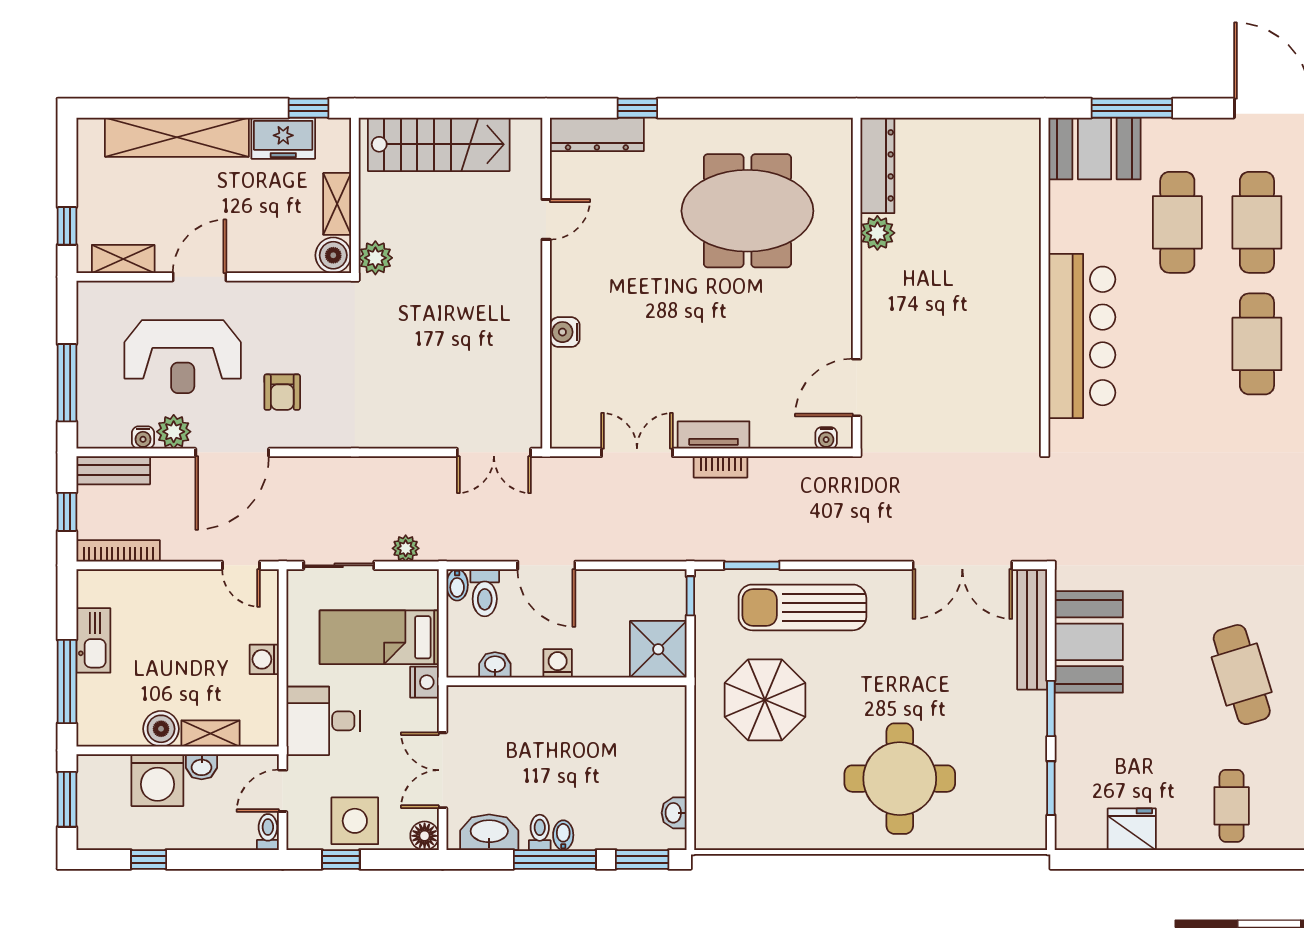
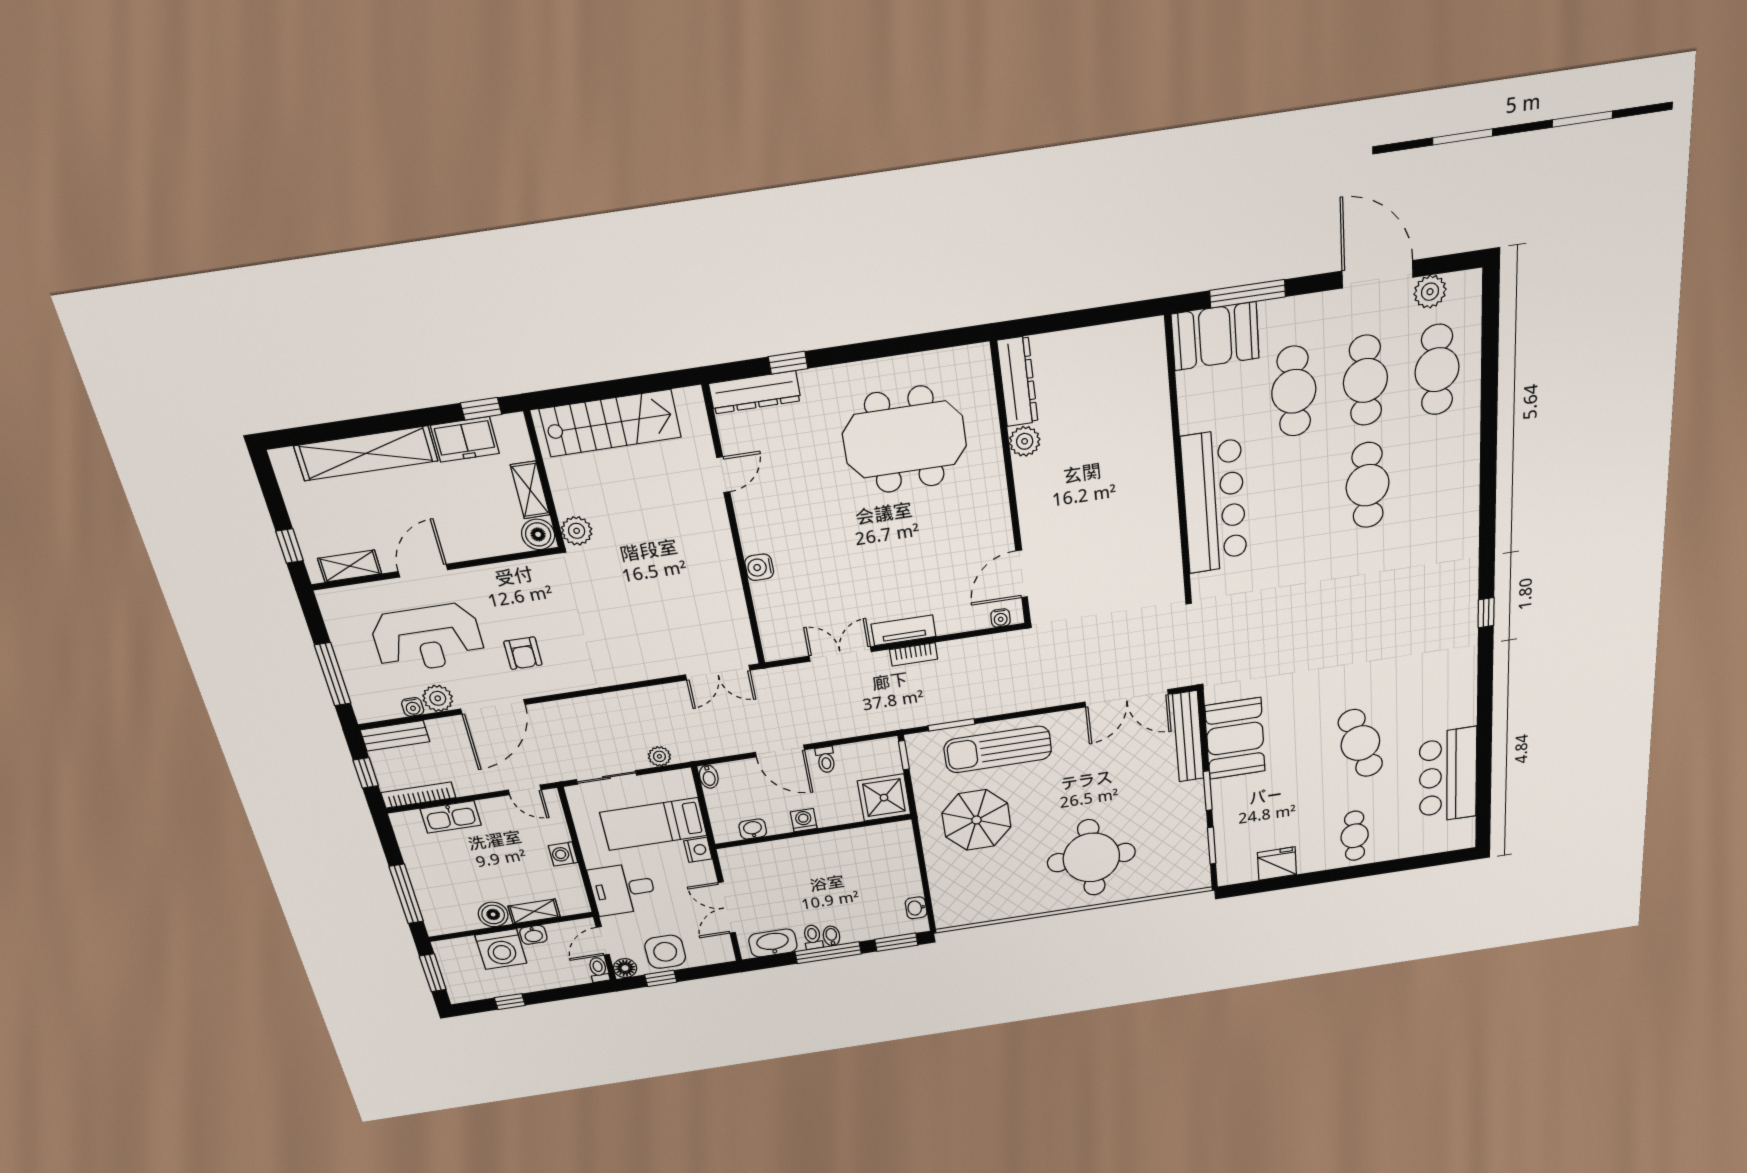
toilet: (485, 593) -> (826, 760), moved, width x0.73, depth x0.72
kitchen sink: (93, 640) -> (451, 817), moved, turned 90
floor lamp: (425, 836) -> (625, 968), moved

